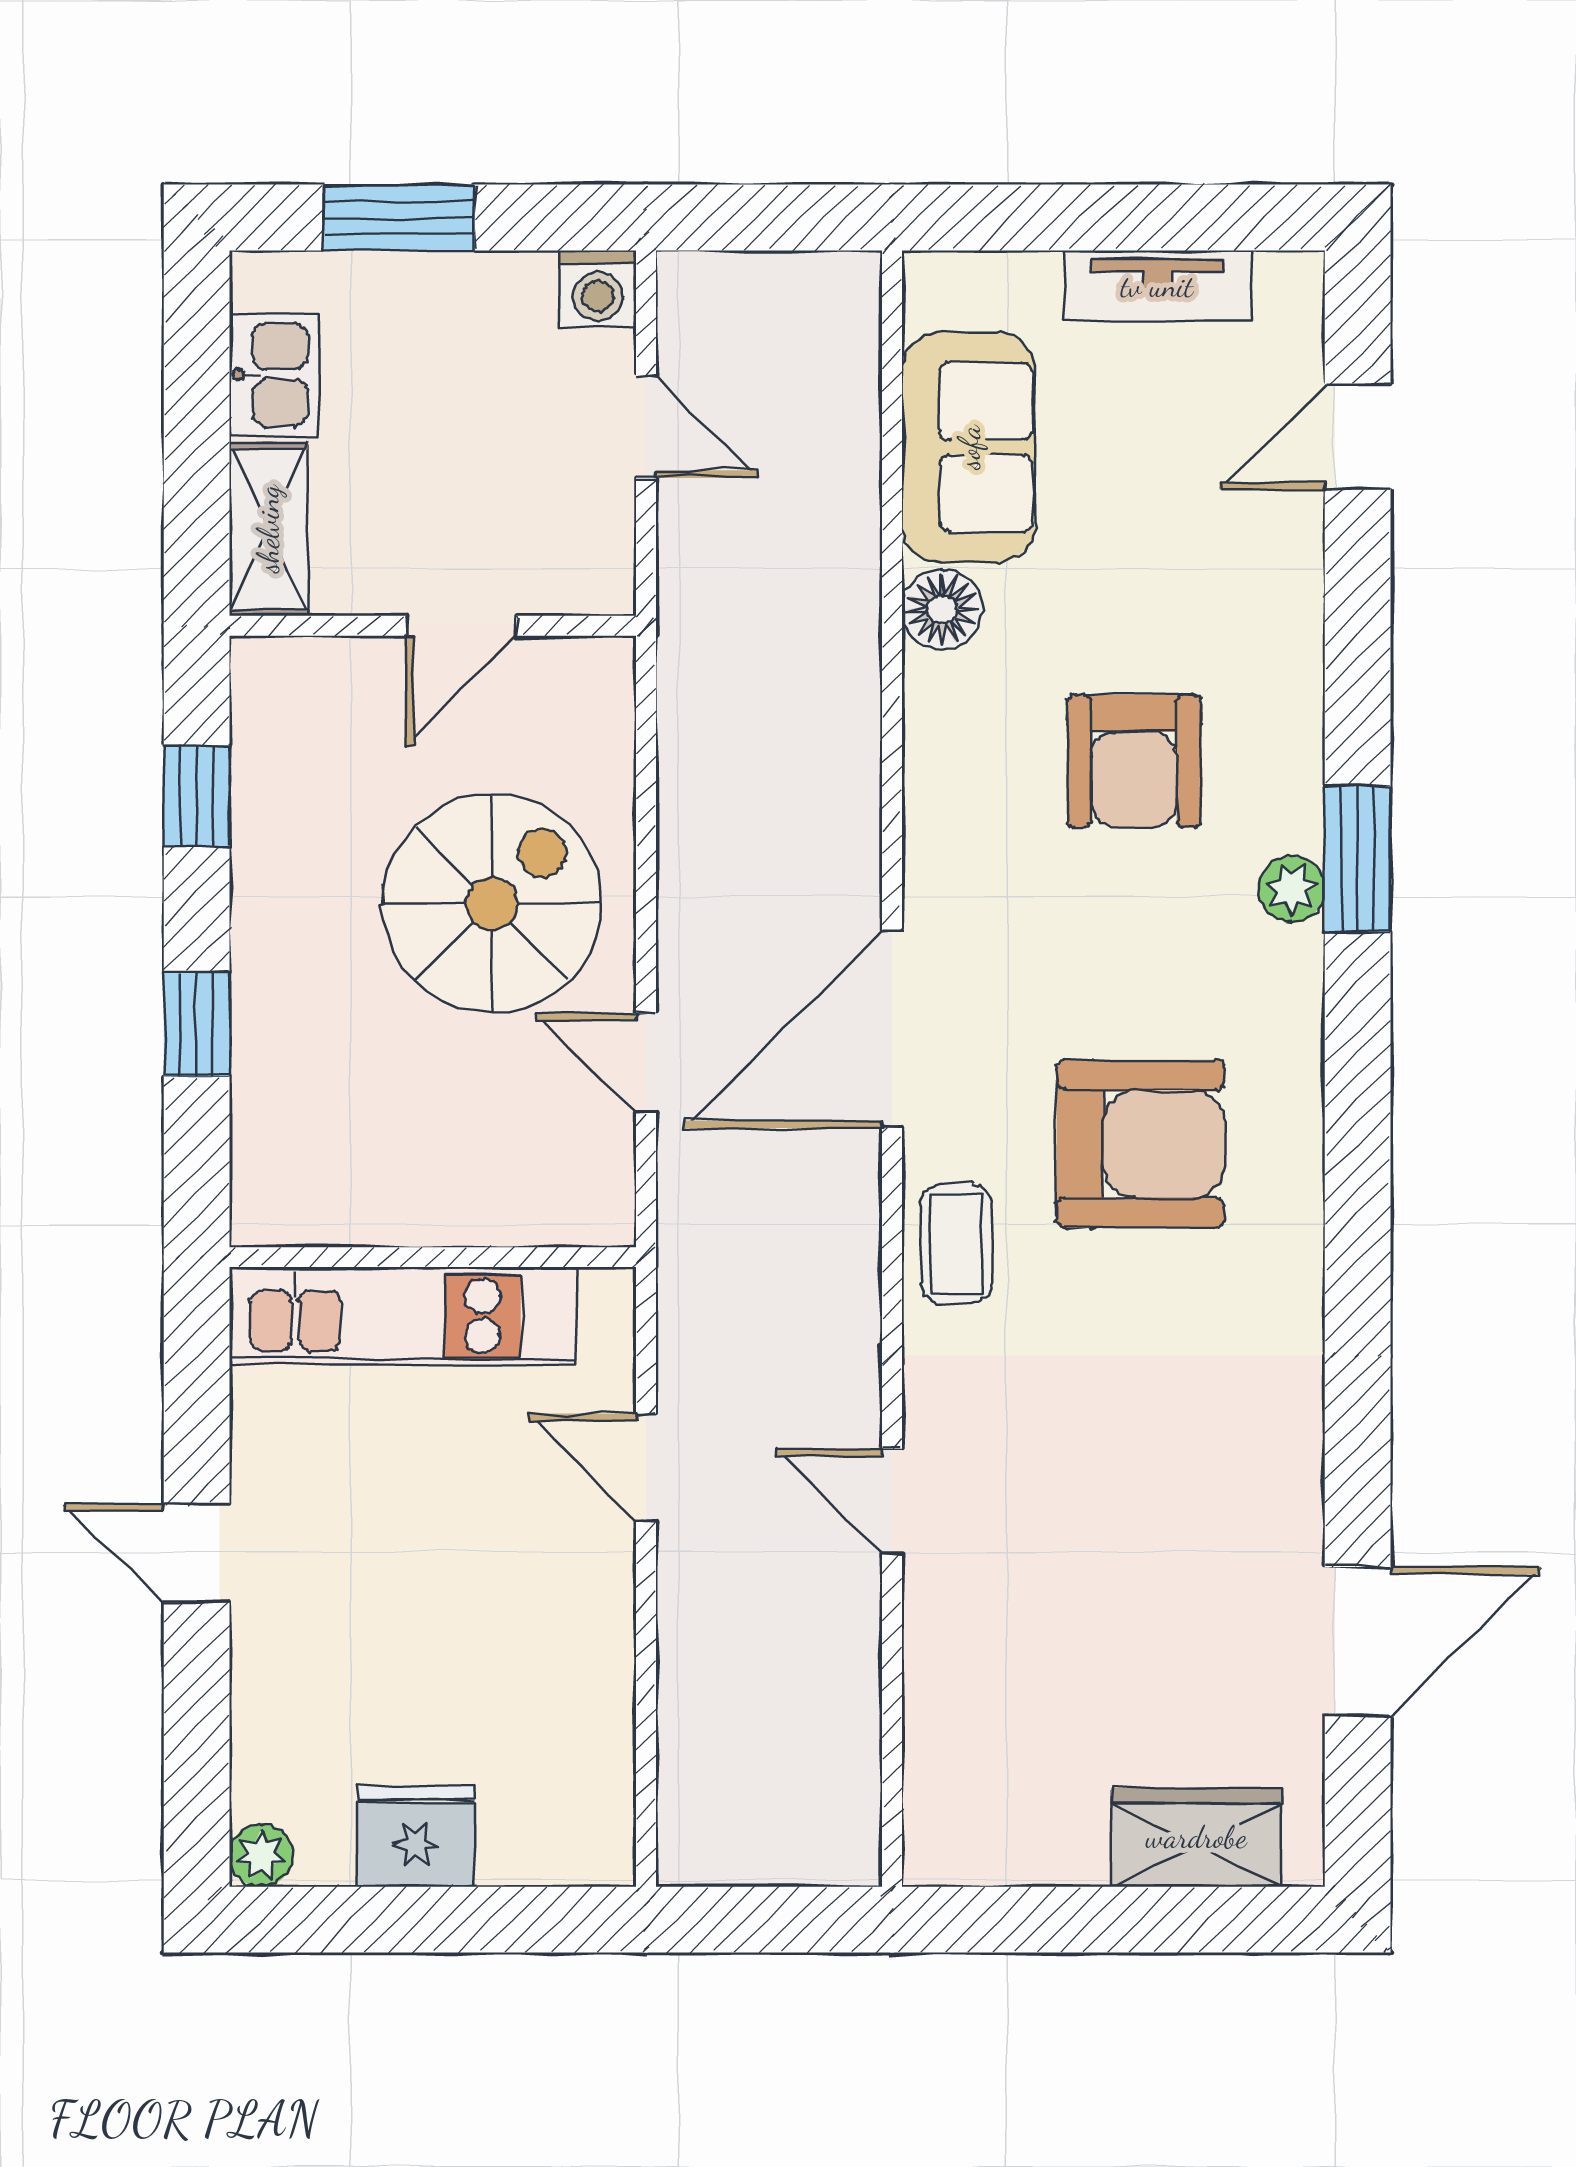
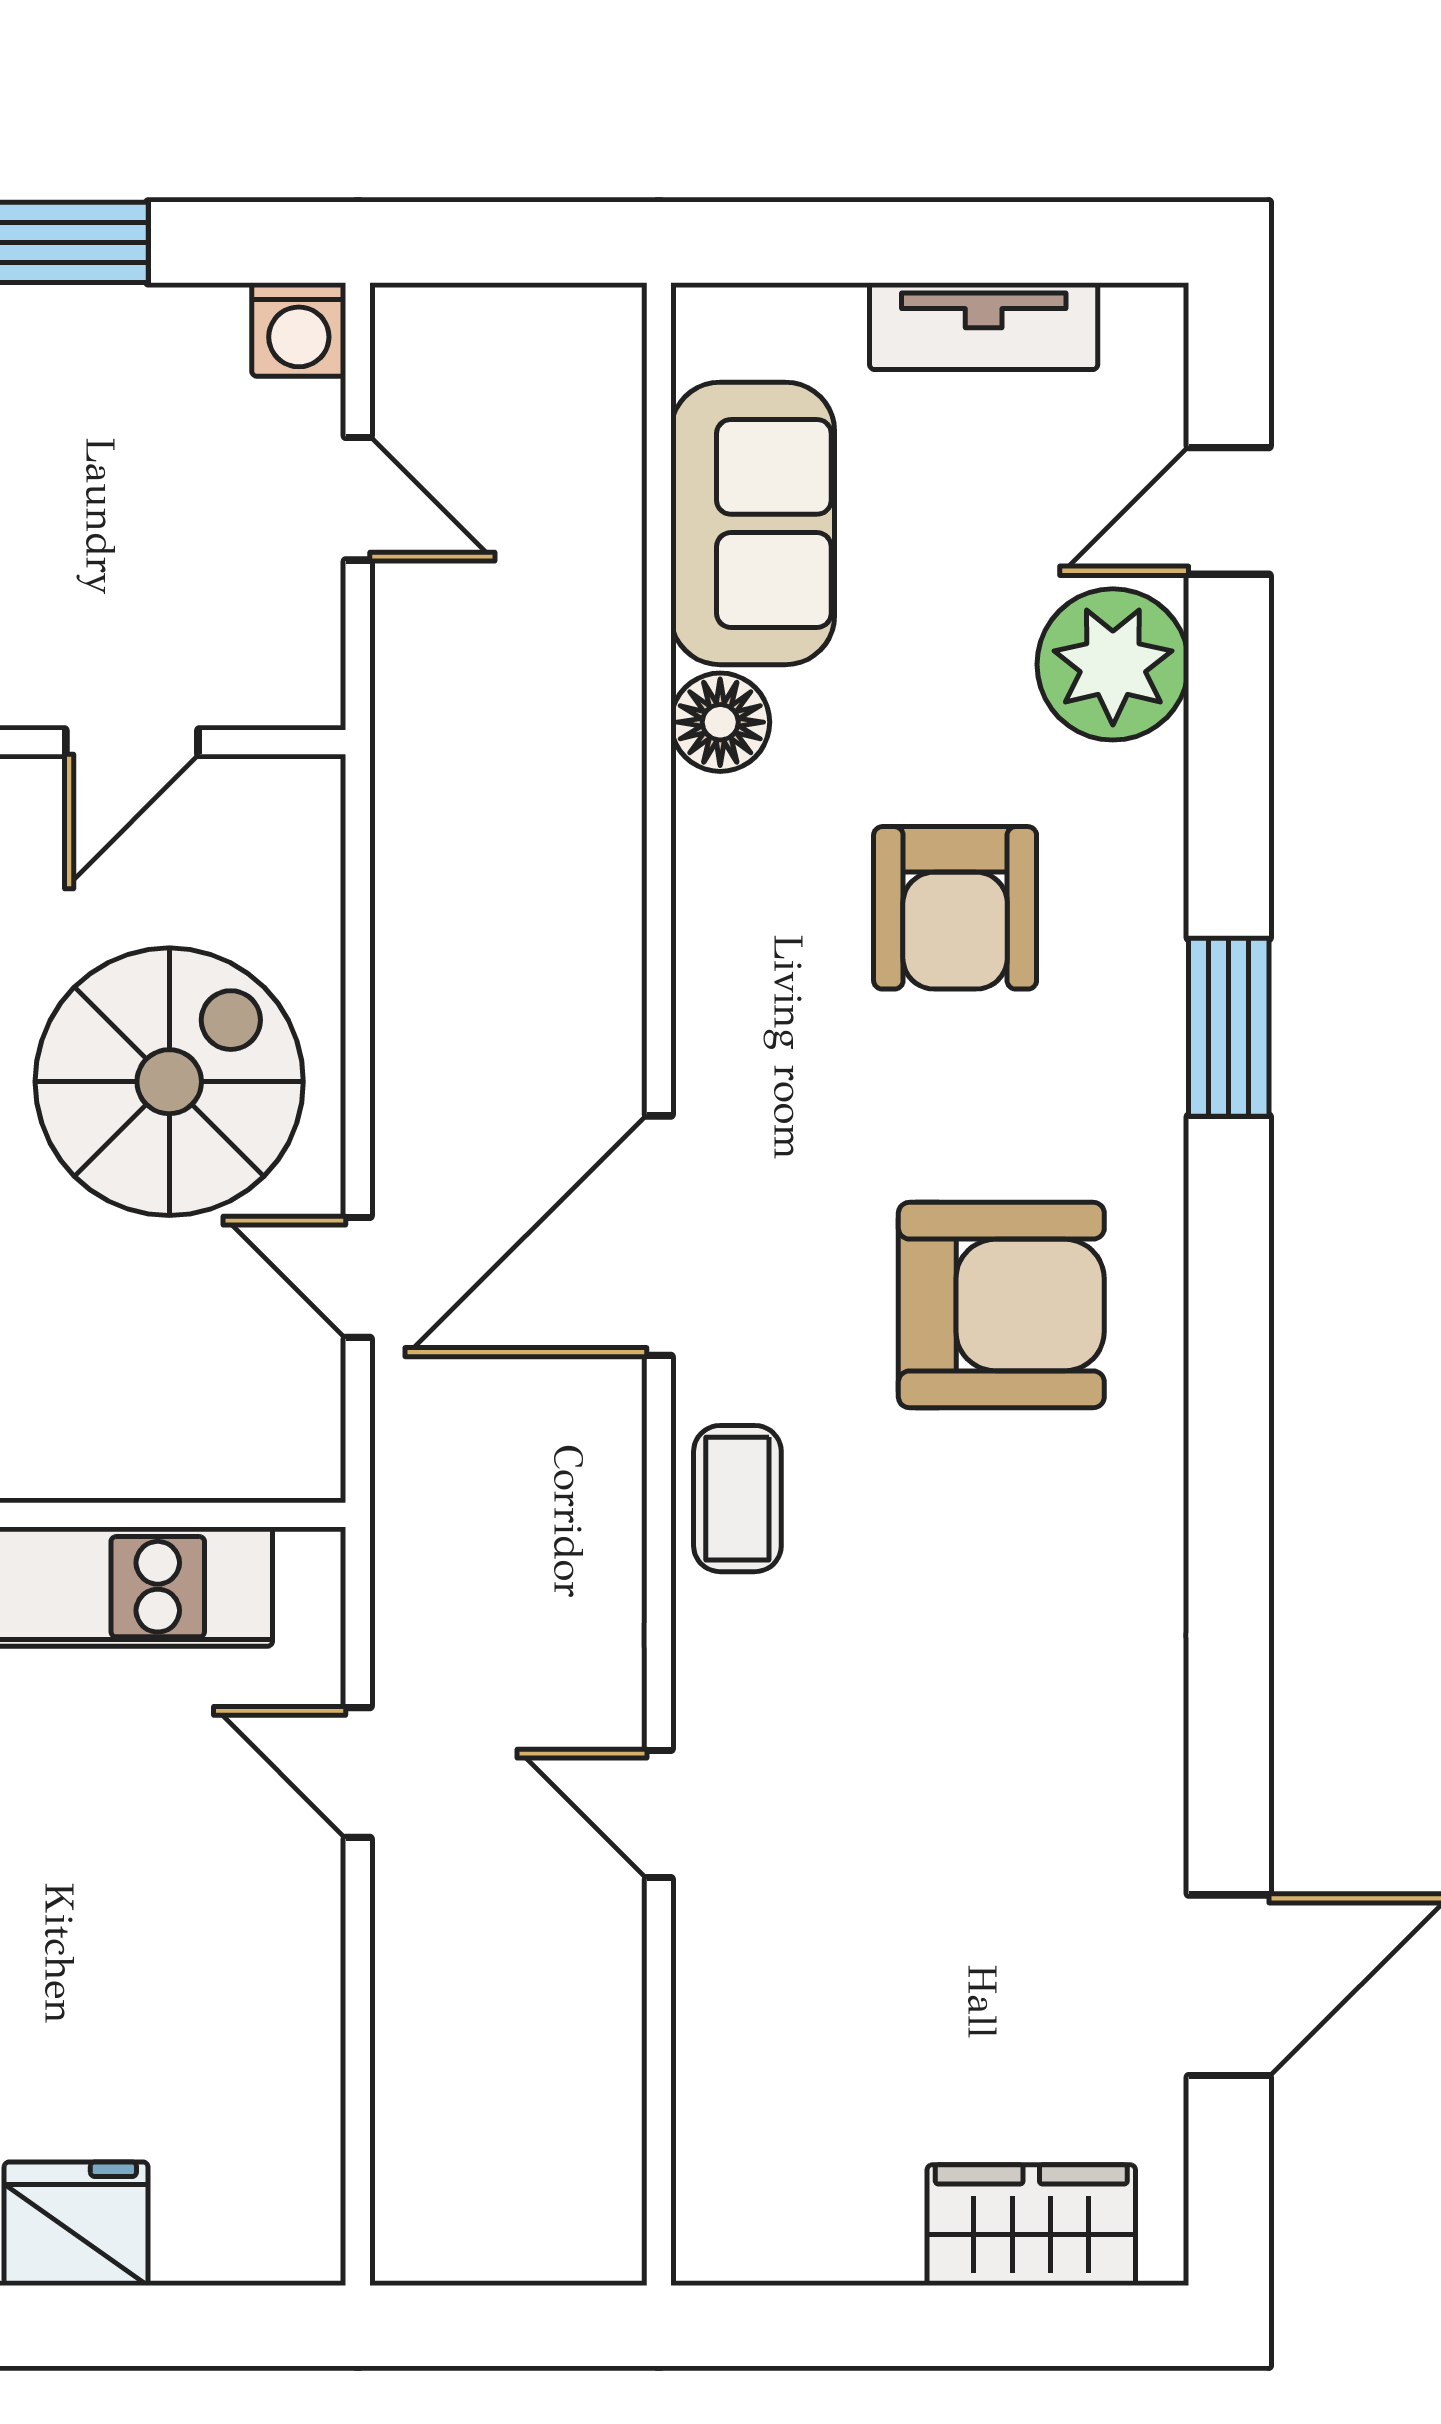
plant: (1292, 889) -> (1113, 664), moved, width x1.88, depth x1.88
armchair: (1141, 1144) -> (1001, 1305), moved

